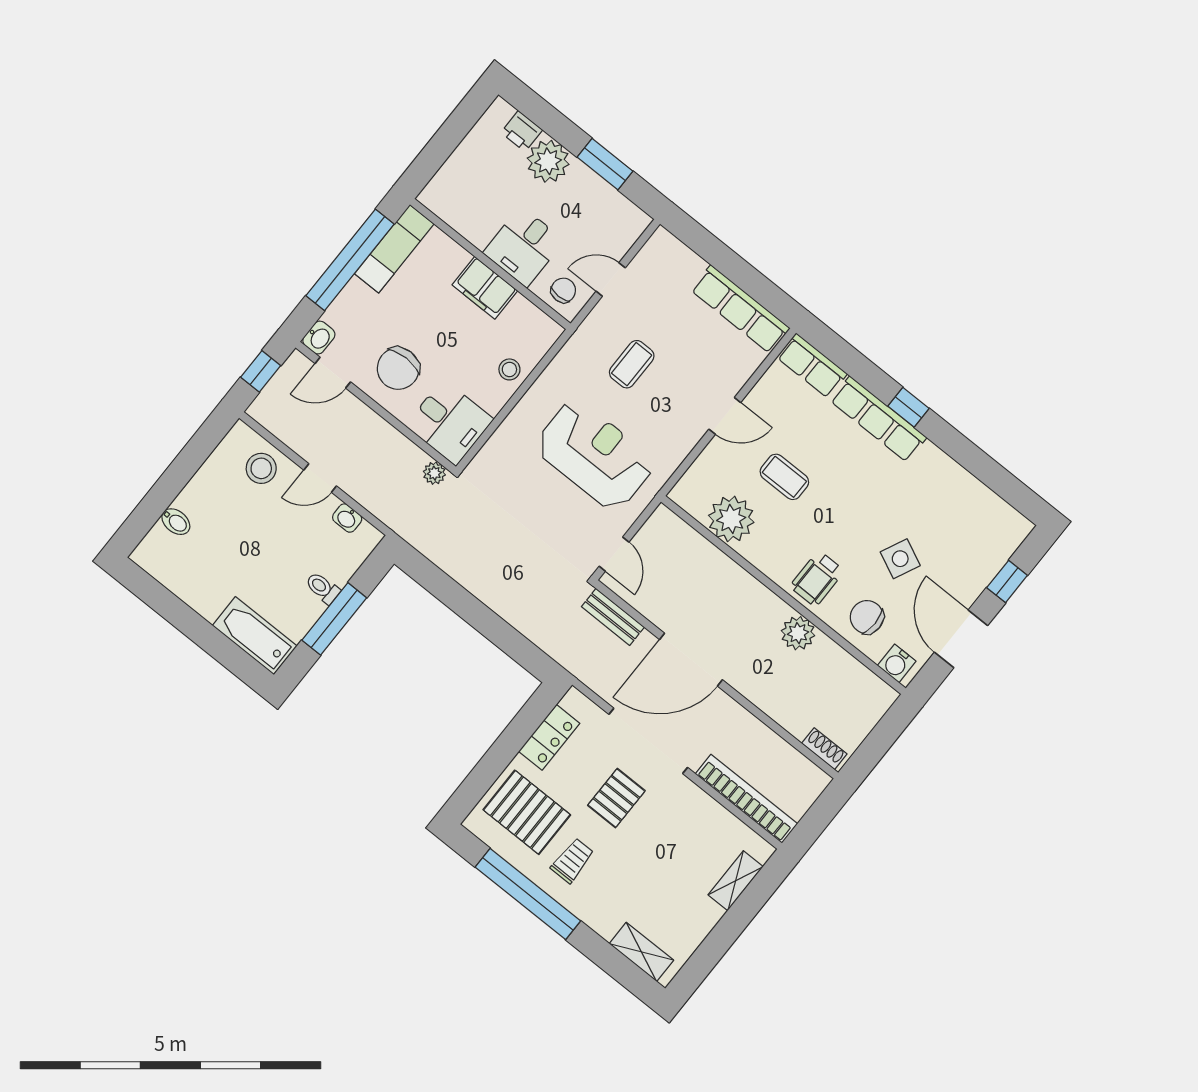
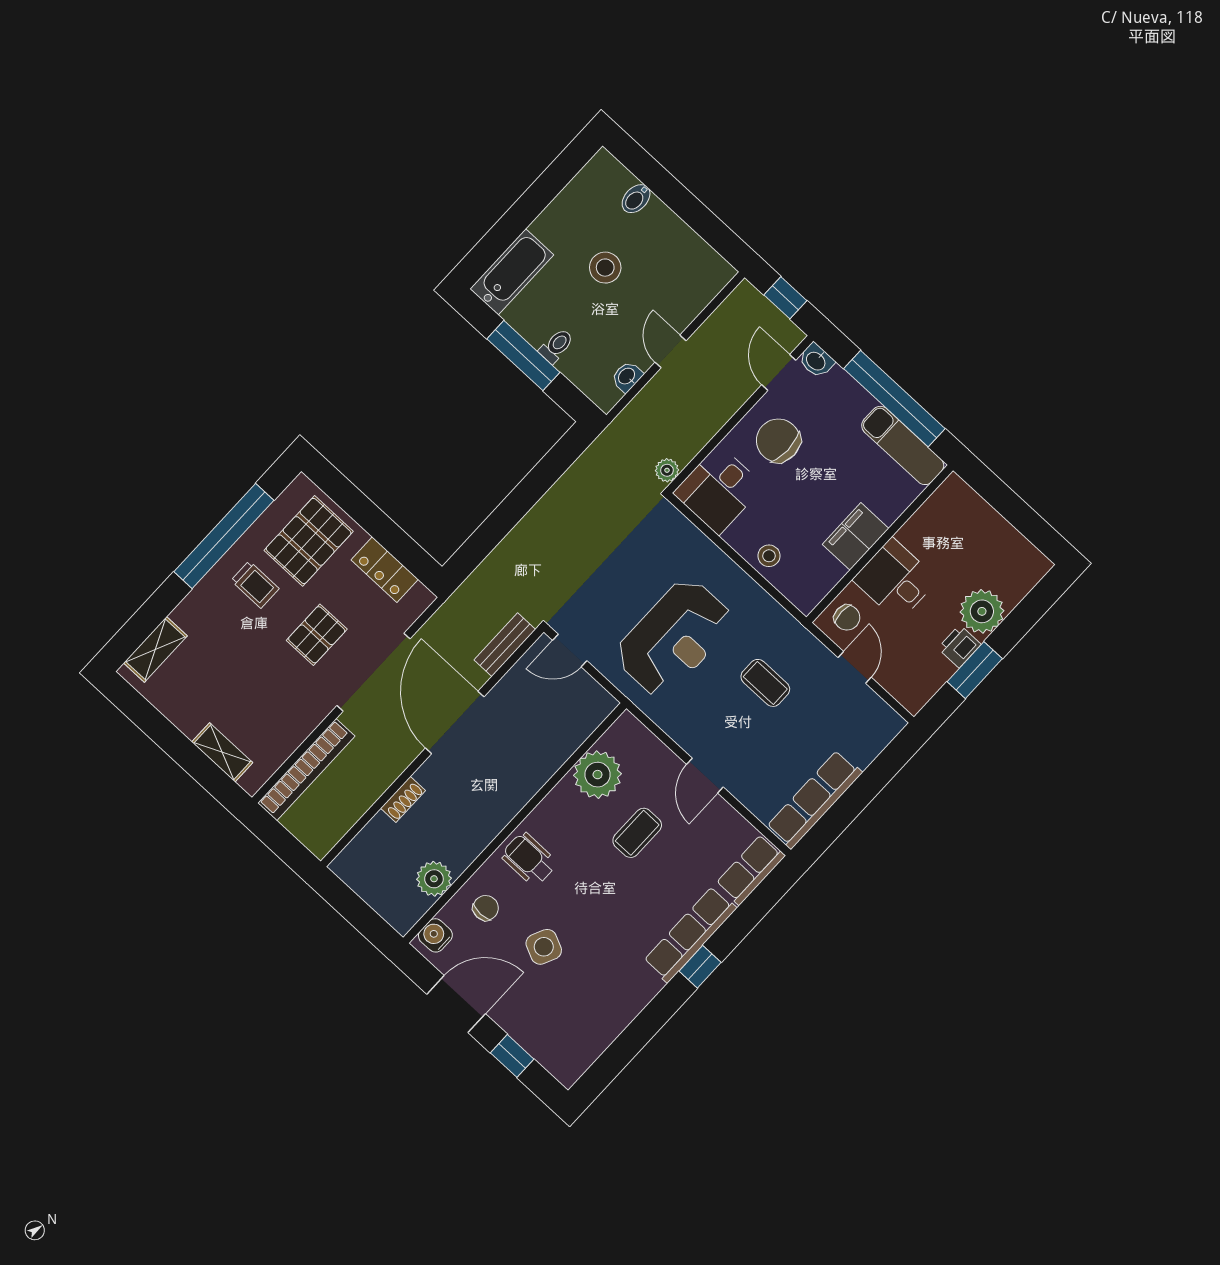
printer: (522, 131) -> (959, 646), moved
stool: (261, 468) -> (605, 268), moved
chair: (867, 617) -> (486, 908), width x0.73, depth x0.73
plant: (798, 633) -> (434, 879), moved
shoe rack: (824, 749) -> (403, 799), moved
pallet: (616, 798) -> (317, 635), turned 90

